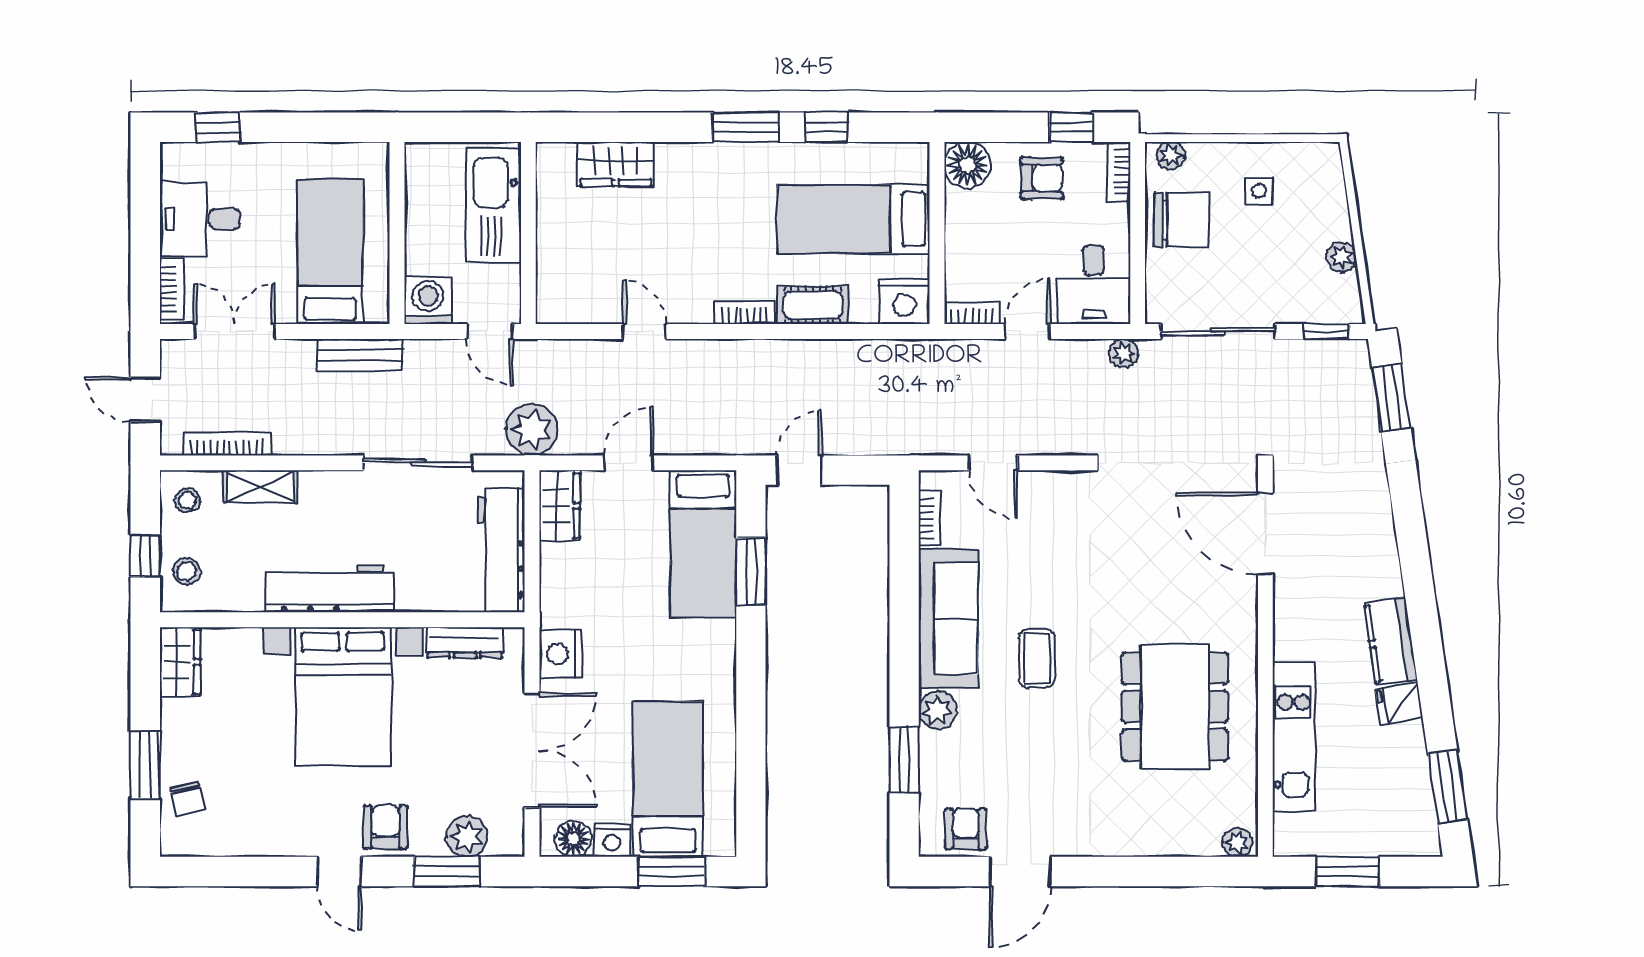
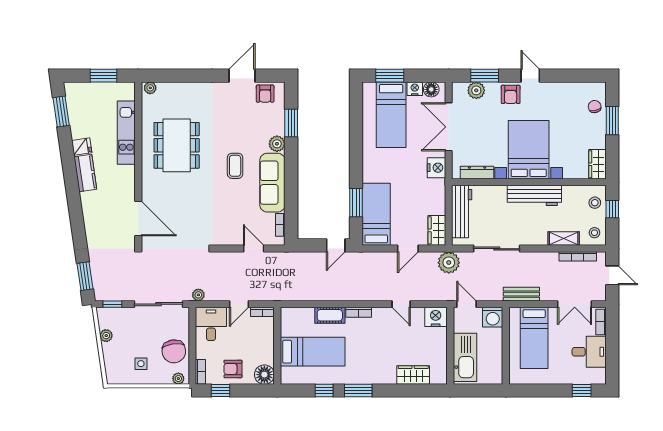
chair: (1181, 220) -> (174, 351), turned -98
nightstand: (904, 301) -> (436, 317), moved

